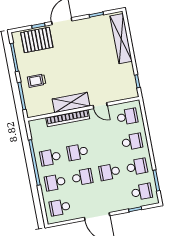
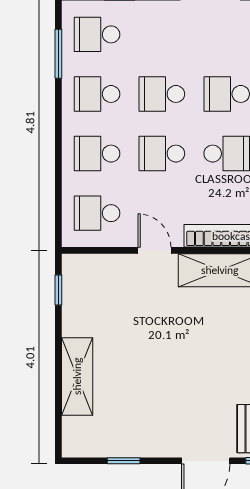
shelving: (121, 39) -> (77, 376), width x0.68
school desk: (105, 147) -> (162, 154), added
school desk: (110, 172) -> (162, 94), turned 180

